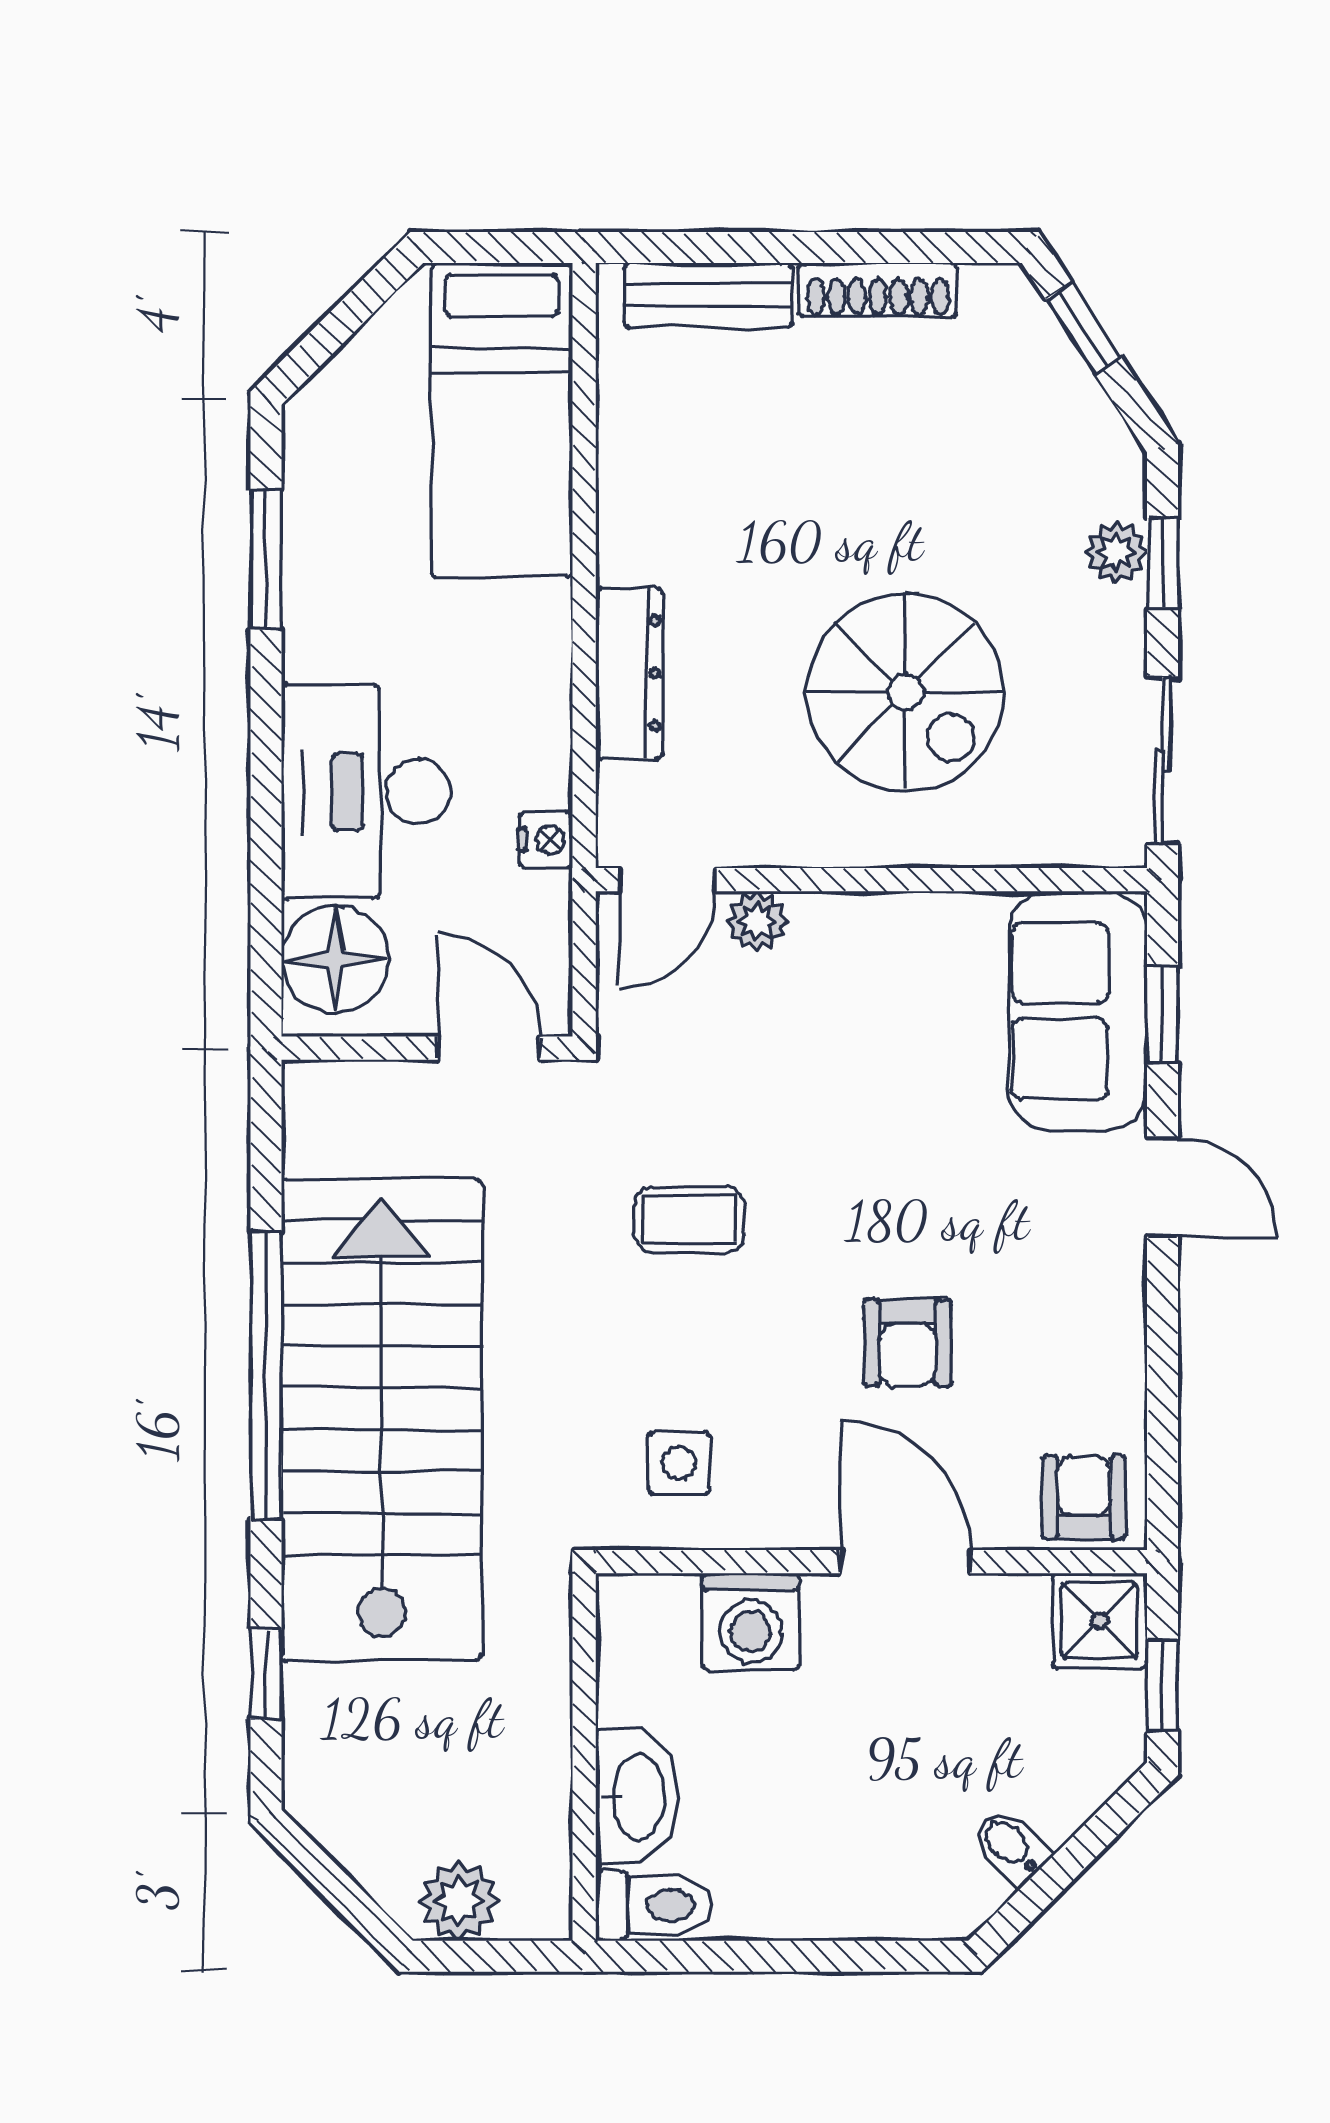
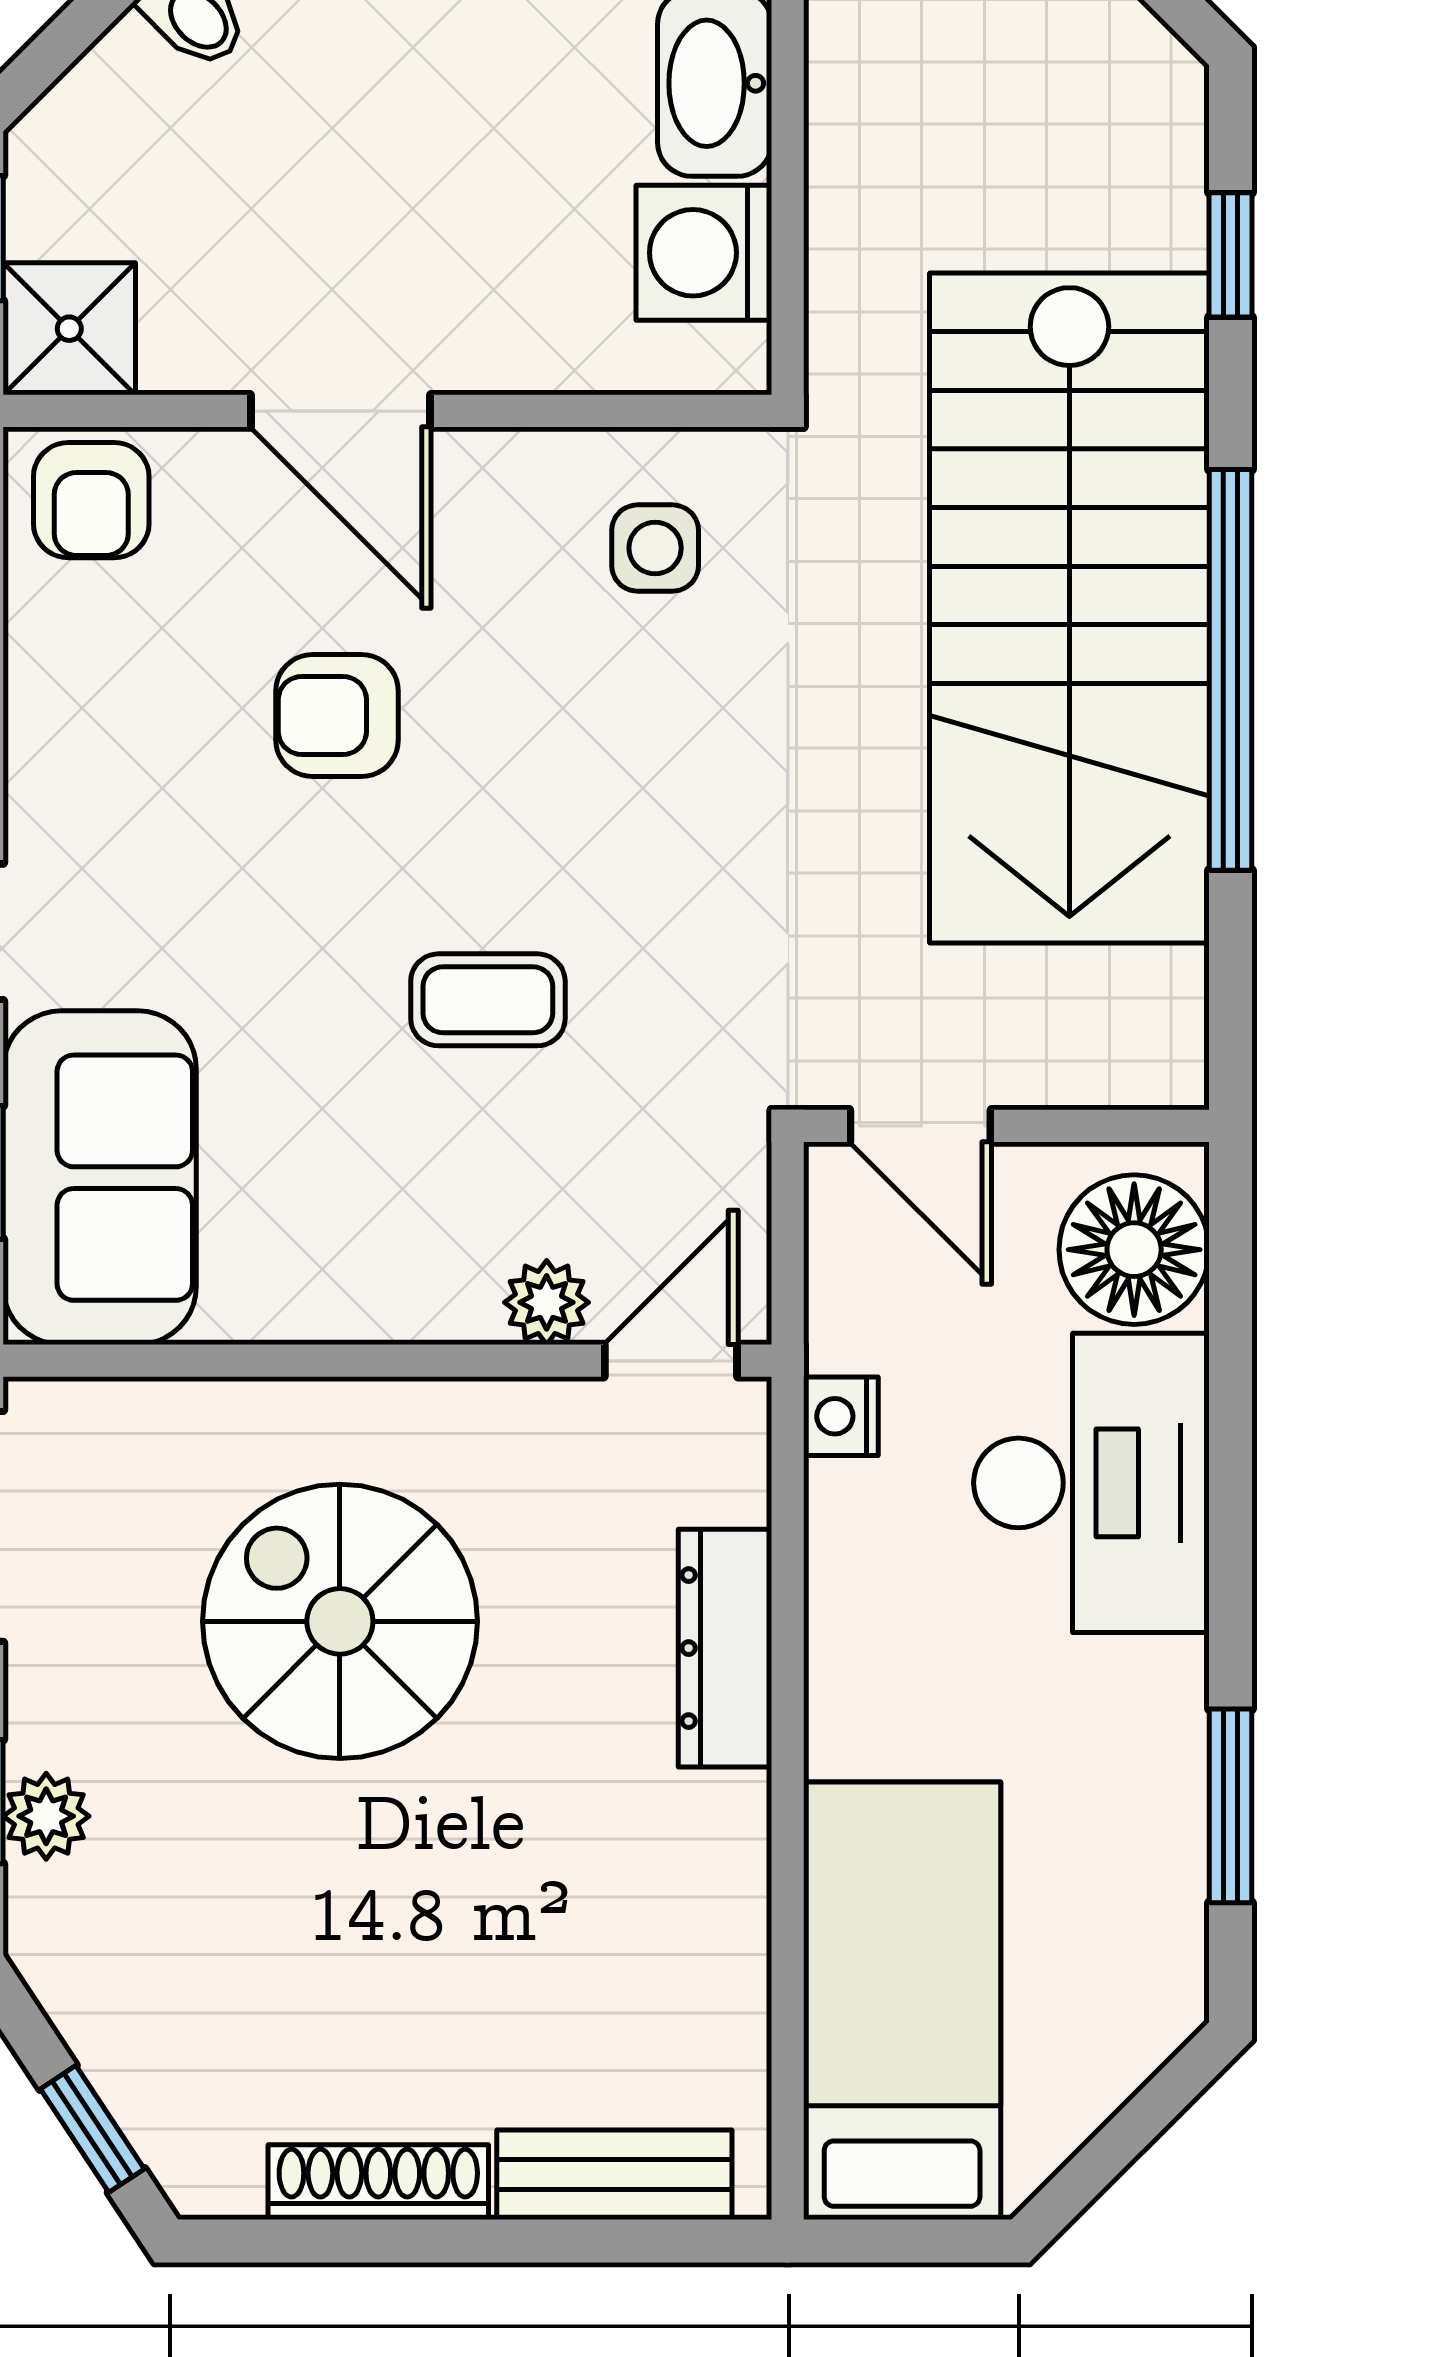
coffee table: (689, 1219) -> (488, 1000), moved
armchair: (907, 1343) -> (337, 715), turned -90
washing machine: (751, 1622) -> (704, 253), moved, turned -90

